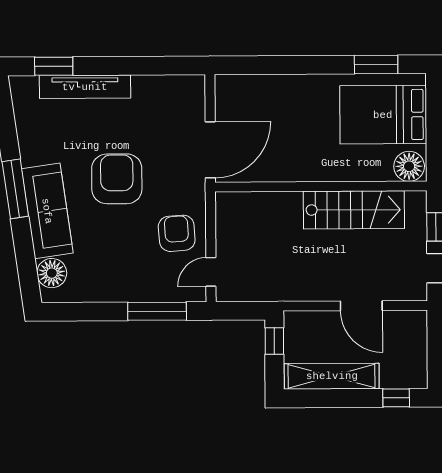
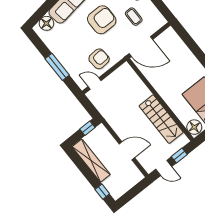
coffee table: (152, 123) -> (134, 17), added
door: (361, 306) -> (127, 151), swing flipped
window: (157, 311) -> (57, 67), moved

